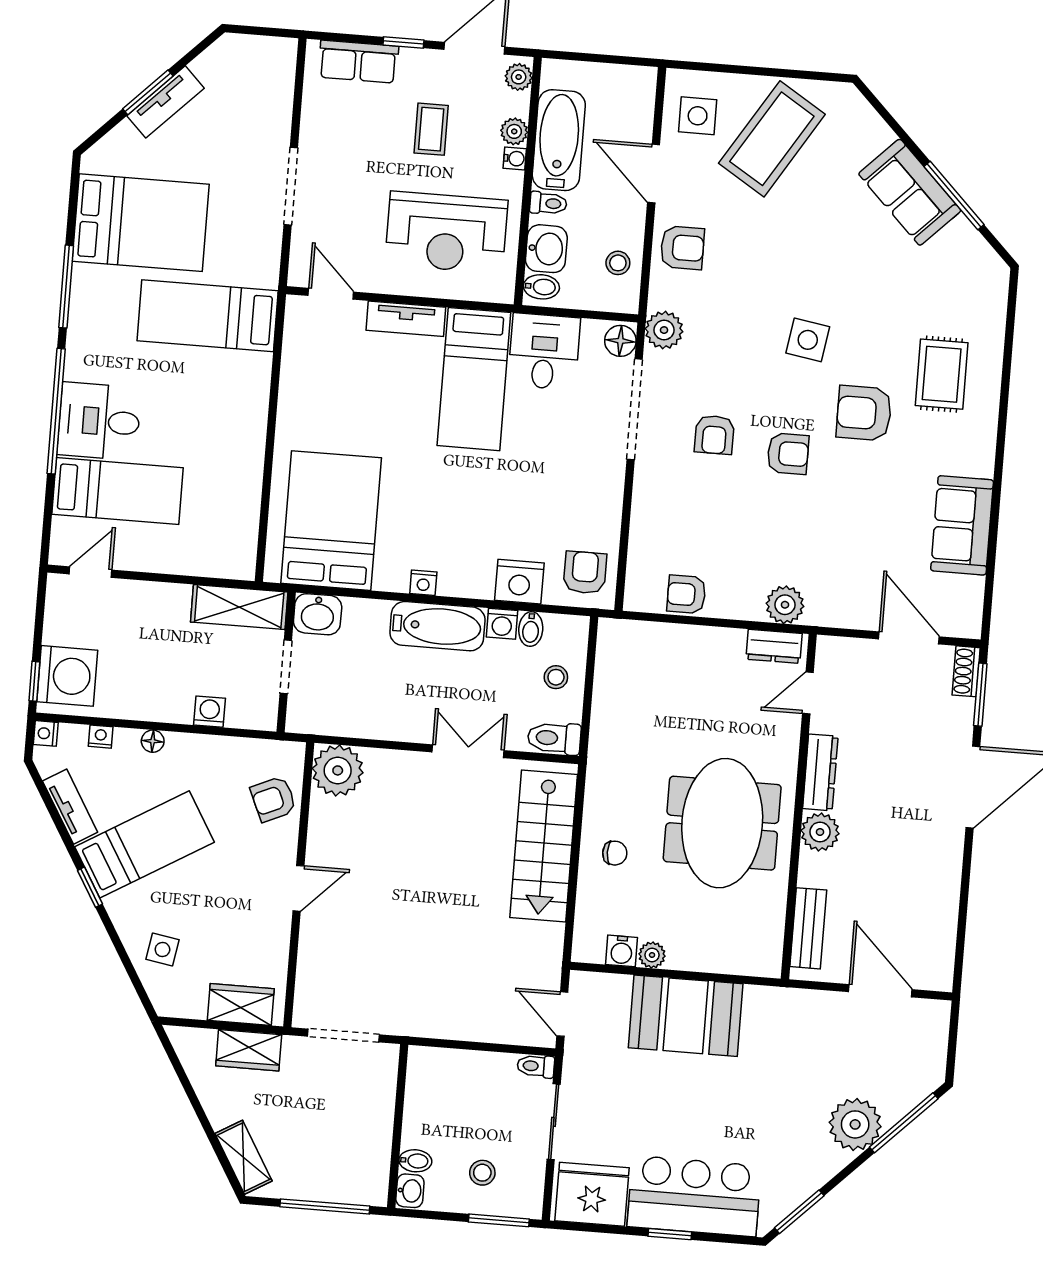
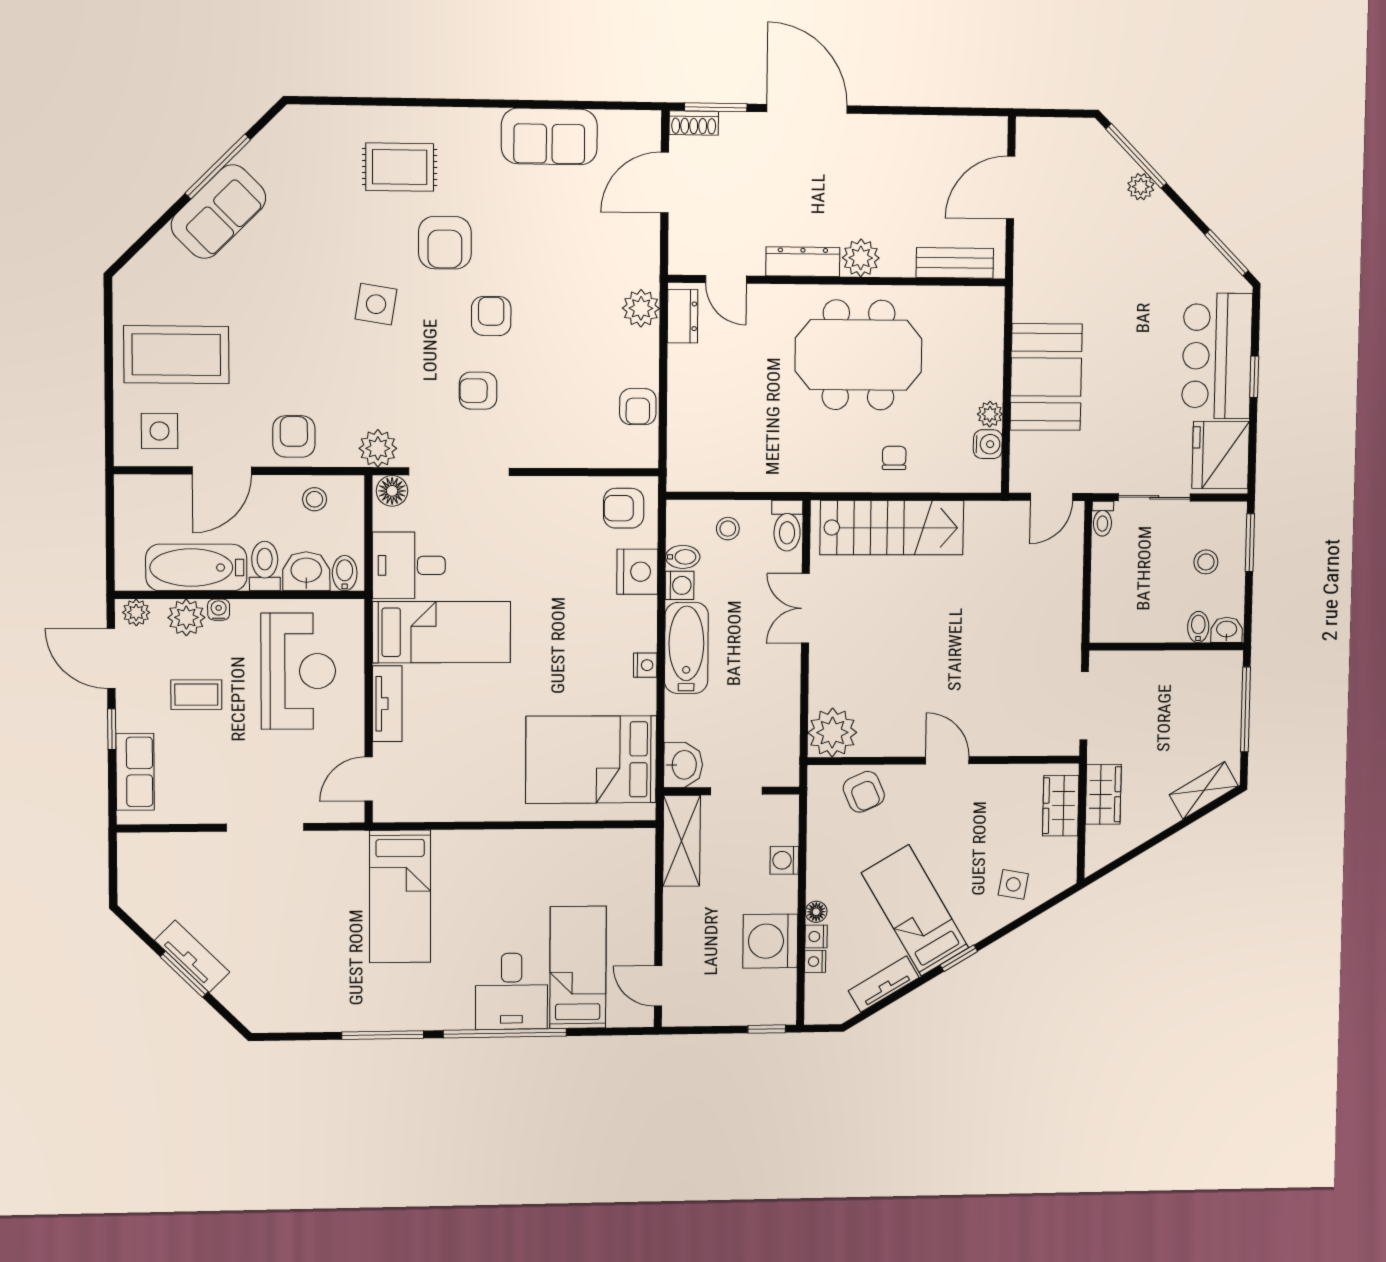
plant: (514, 131) -> (186, 617), width x1.38, depth x1.38
coffee table: (772, 139) -> (176, 355), turned -32
toilet: (548, 203) -> (265, 566), width x1.37, depth x1.39
bed: (141, 223) -> (314, 969), removed
armchair: (714, 435) -> (478, 391), turned 180
washing machine: (67, 676) -> (770, 941), moved, turned -90
nightstand: (46, 733) -> (816, 937), moved, turned 90
plant: (855, 1124) -> (1141, 187), width x0.53, depth x0.53

